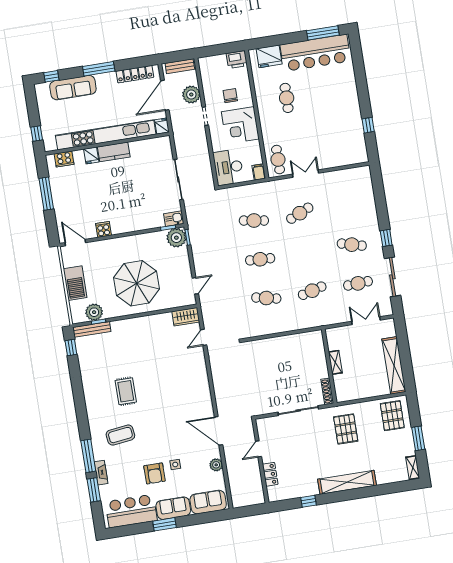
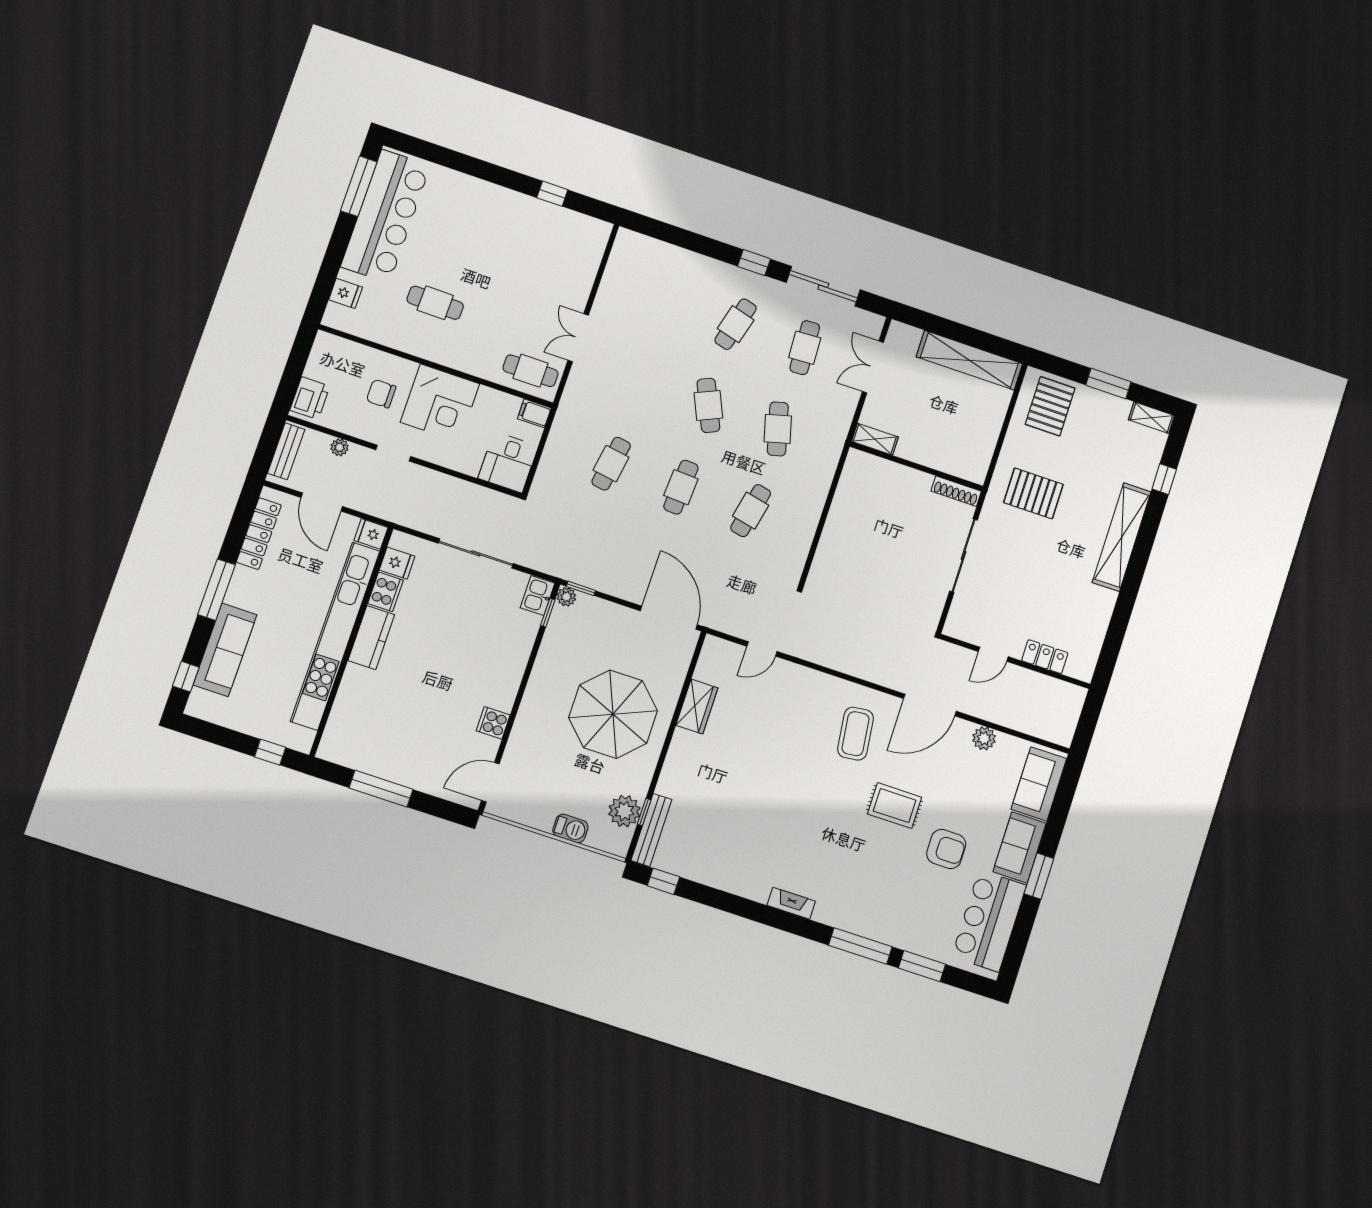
fridge: (269, 56) -> (346, 293), width x0.53, depth x0.75
printer: (237, 60) -> (310, 398), moved
door: (165, 95) -> (322, 502), width x0.73
plant: (191, 95) -> (339, 447), width x0.53, depth x0.53
fridge: (91, 156) -> (397, 563), moved
cooker: (64, 159) -> (385, 592), moved
desk: (228, 167) -> (508, 462), width x0.73
cafe table: (300, 213) -> (708, 405), moved
plant: (176, 238) -> (566, 597), width x0.53, depth x0.53
barbecue: (75, 283) -> (570, 828), width x0.53, depth x0.65
door: (195, 286) -> (669, 618), width x1.88
wardrobe: (186, 317) -> (697, 707), moved
door: (204, 337) -> (762, 649), hinge flipped
shelving: (335, 362) -> (875, 439), moved
rug: (126, 391) -> (895, 806), moved
pallet: (392, 416) -> (1050, 406), turned 90
coffee table: (120, 435) -> (856, 734), moved
door: (258, 449) -> (993, 654), hinge flipped
side table: (175, 464) -> (949, 806), removed
fireplace: (101, 473) -> (791, 903), moved
window: (308, 501) -> (1164, 479), moved

